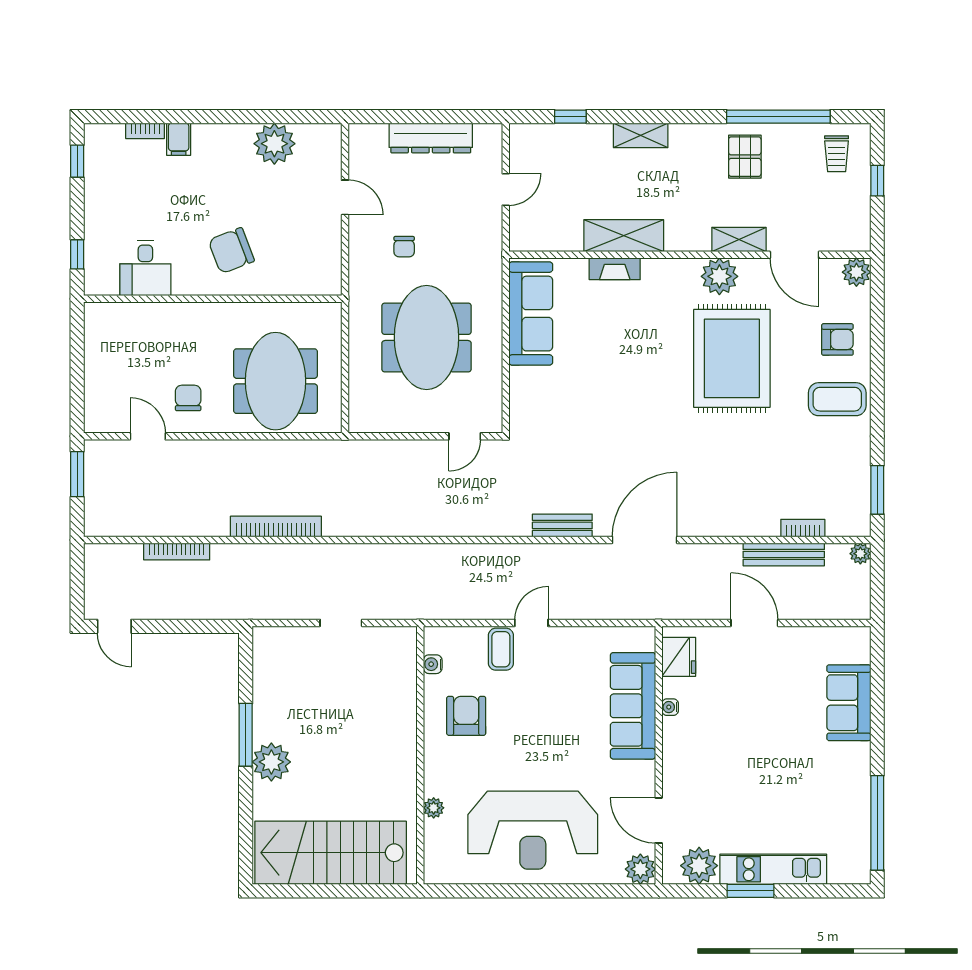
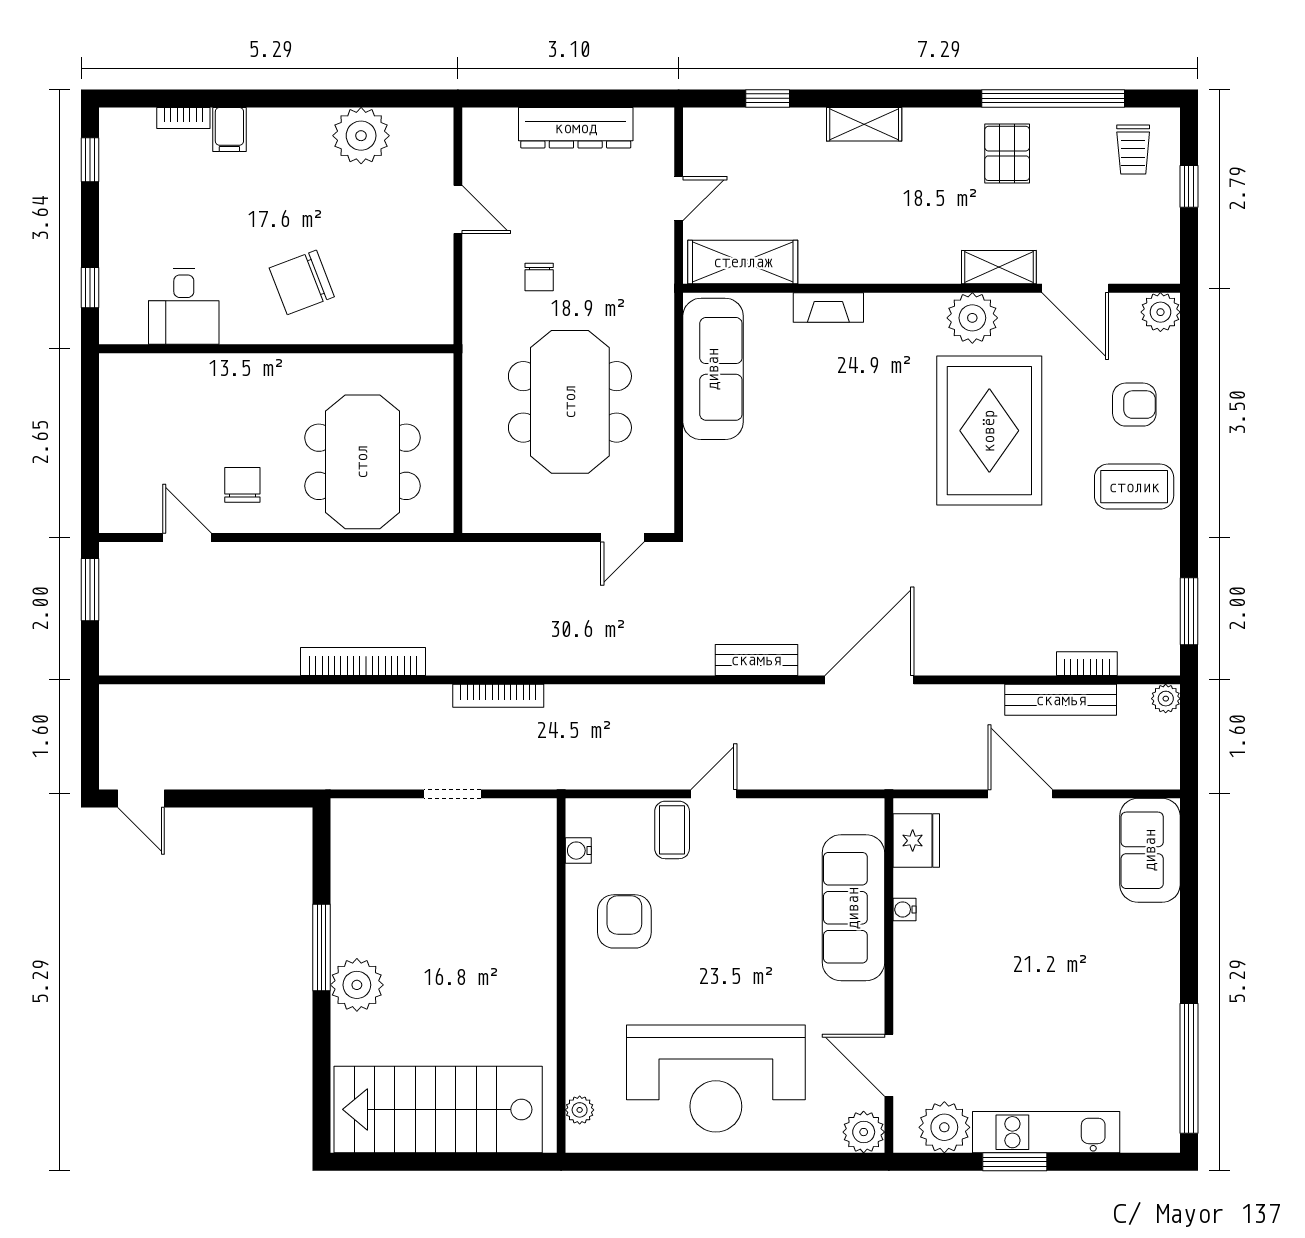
shelving: (624, 236) -> (743, 262), moved
bookcase: (177, 552) -> (498, 696), moved
sofa: (849, 703) -> (1150, 850), moved
plant: (434, 808) -> (580, 1110), moved

